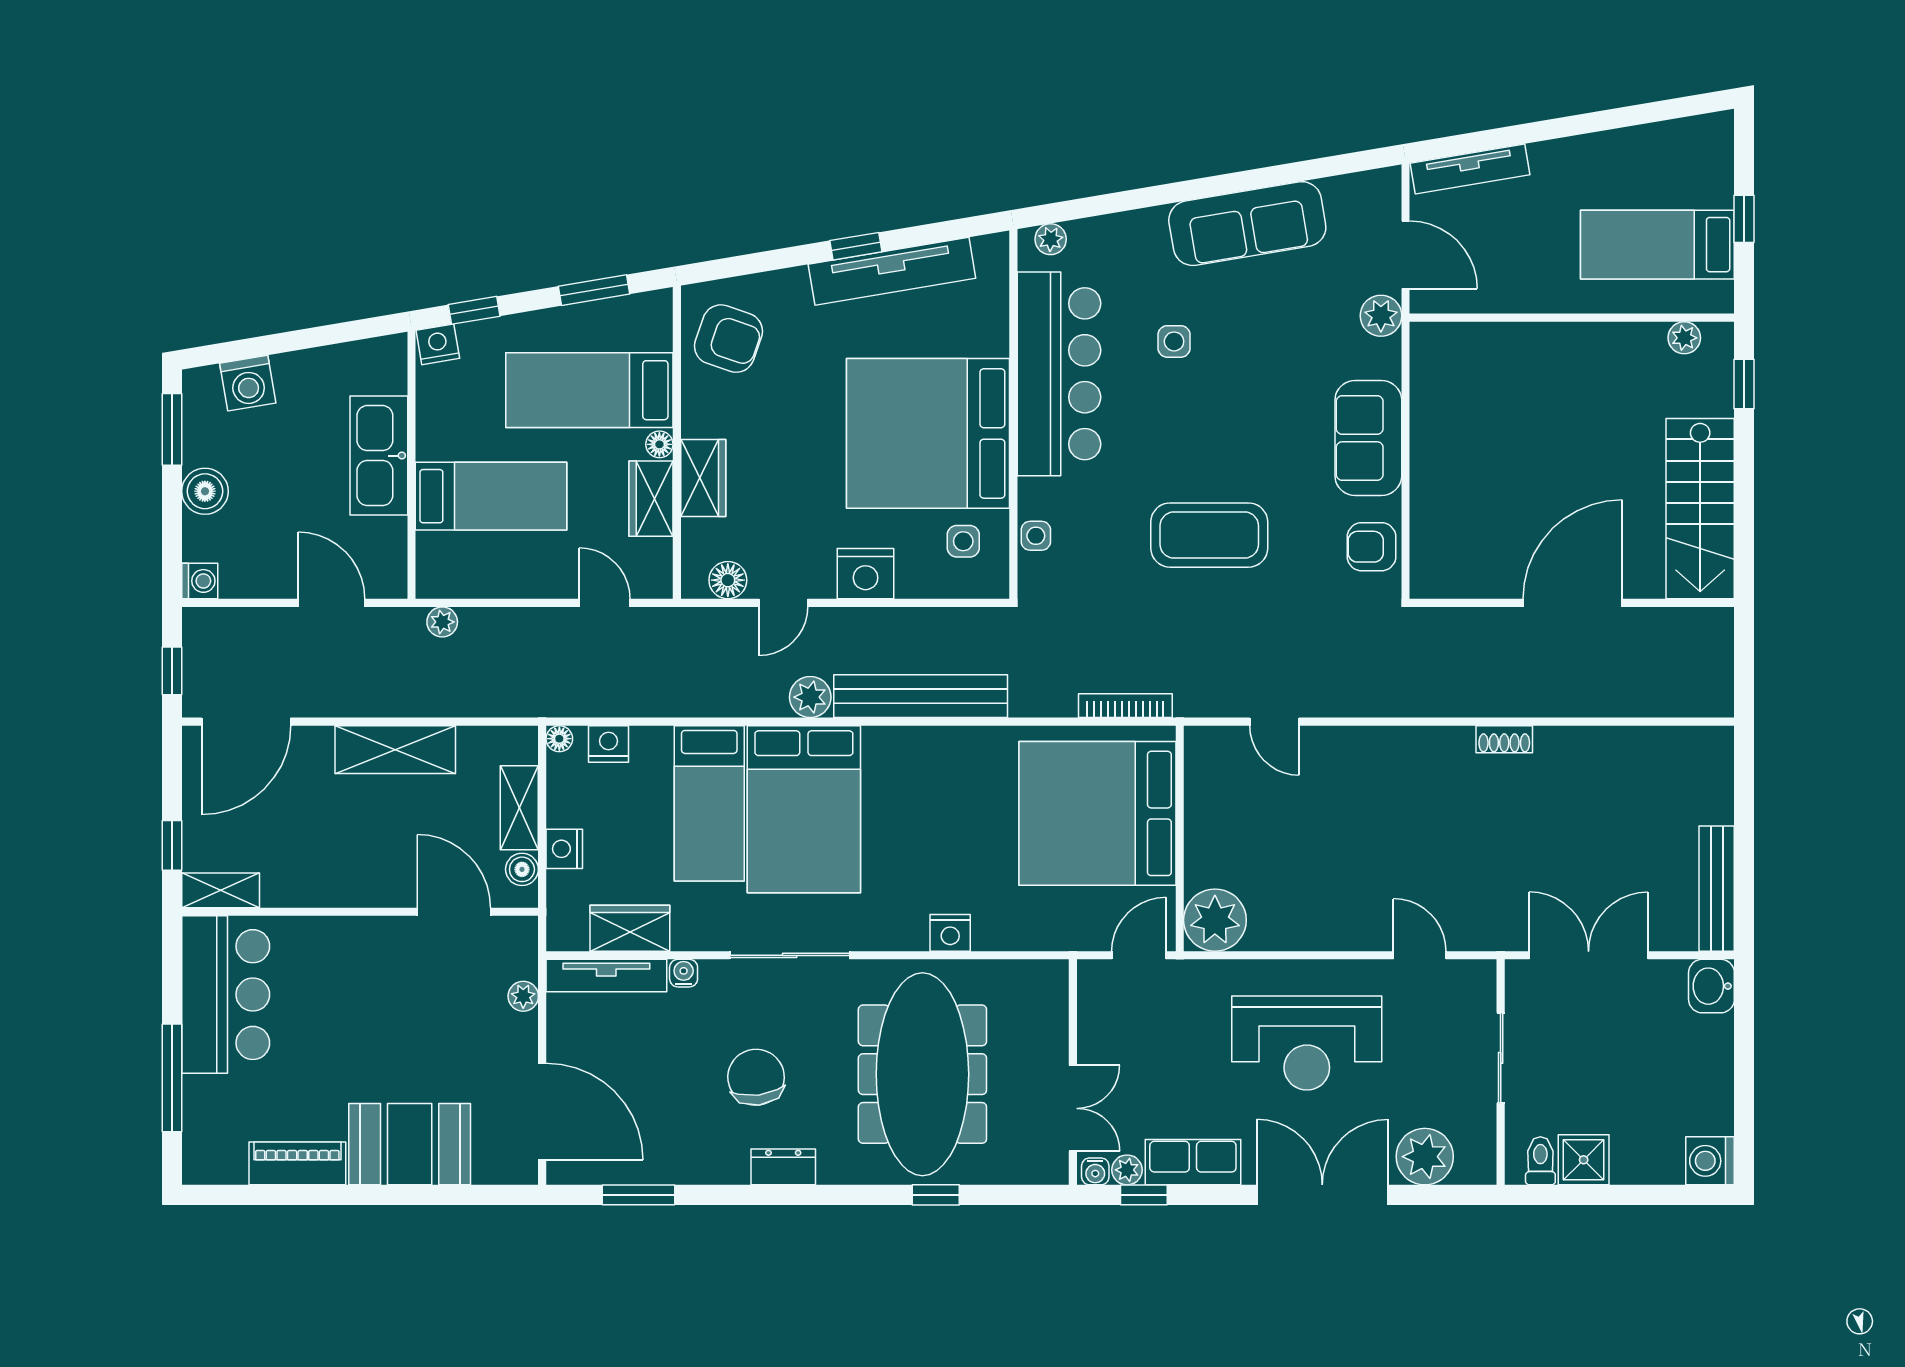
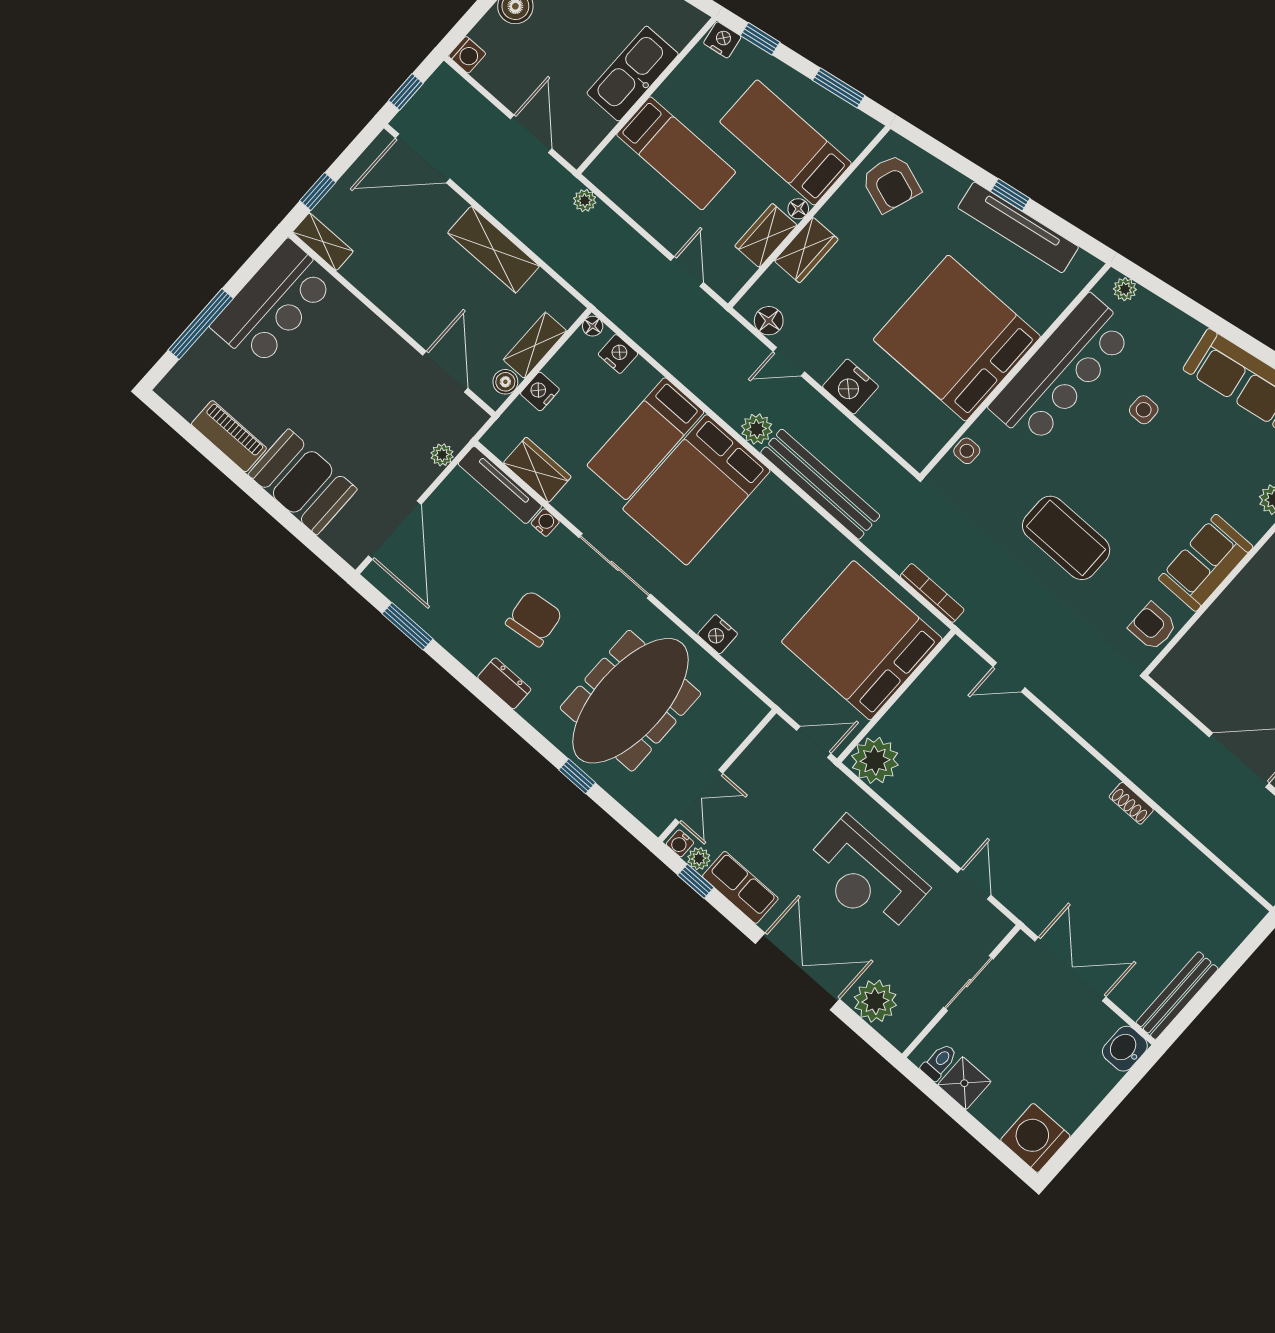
side table: (963, 541) -> (923, 417), removed
door: (1274, 722) -> (1009, 677), hinge flipped
washing machine: (1710, 1161) -> (1035, 1138), width x1.37, depth x1.37

